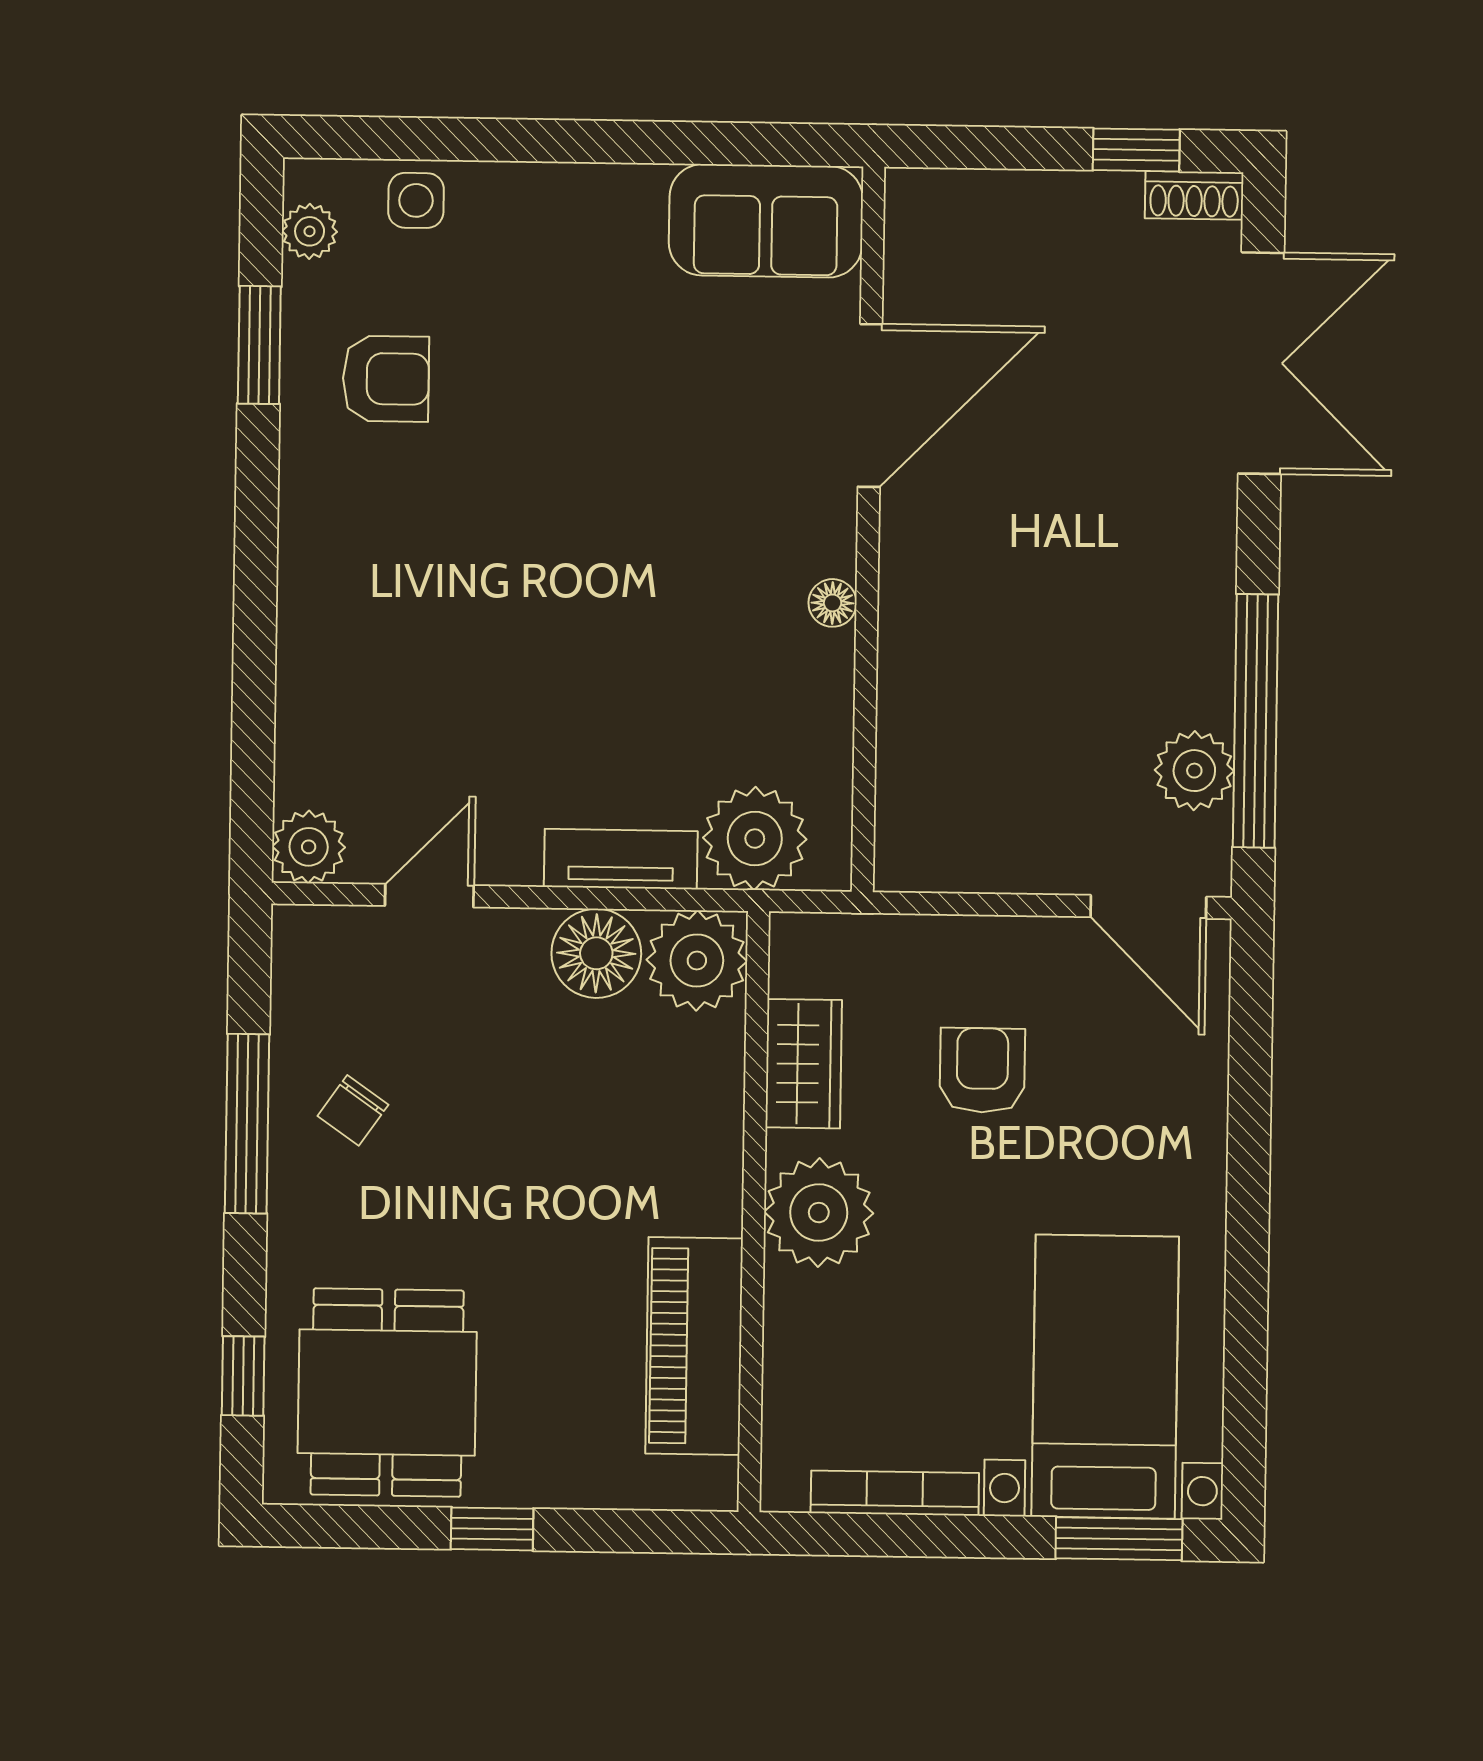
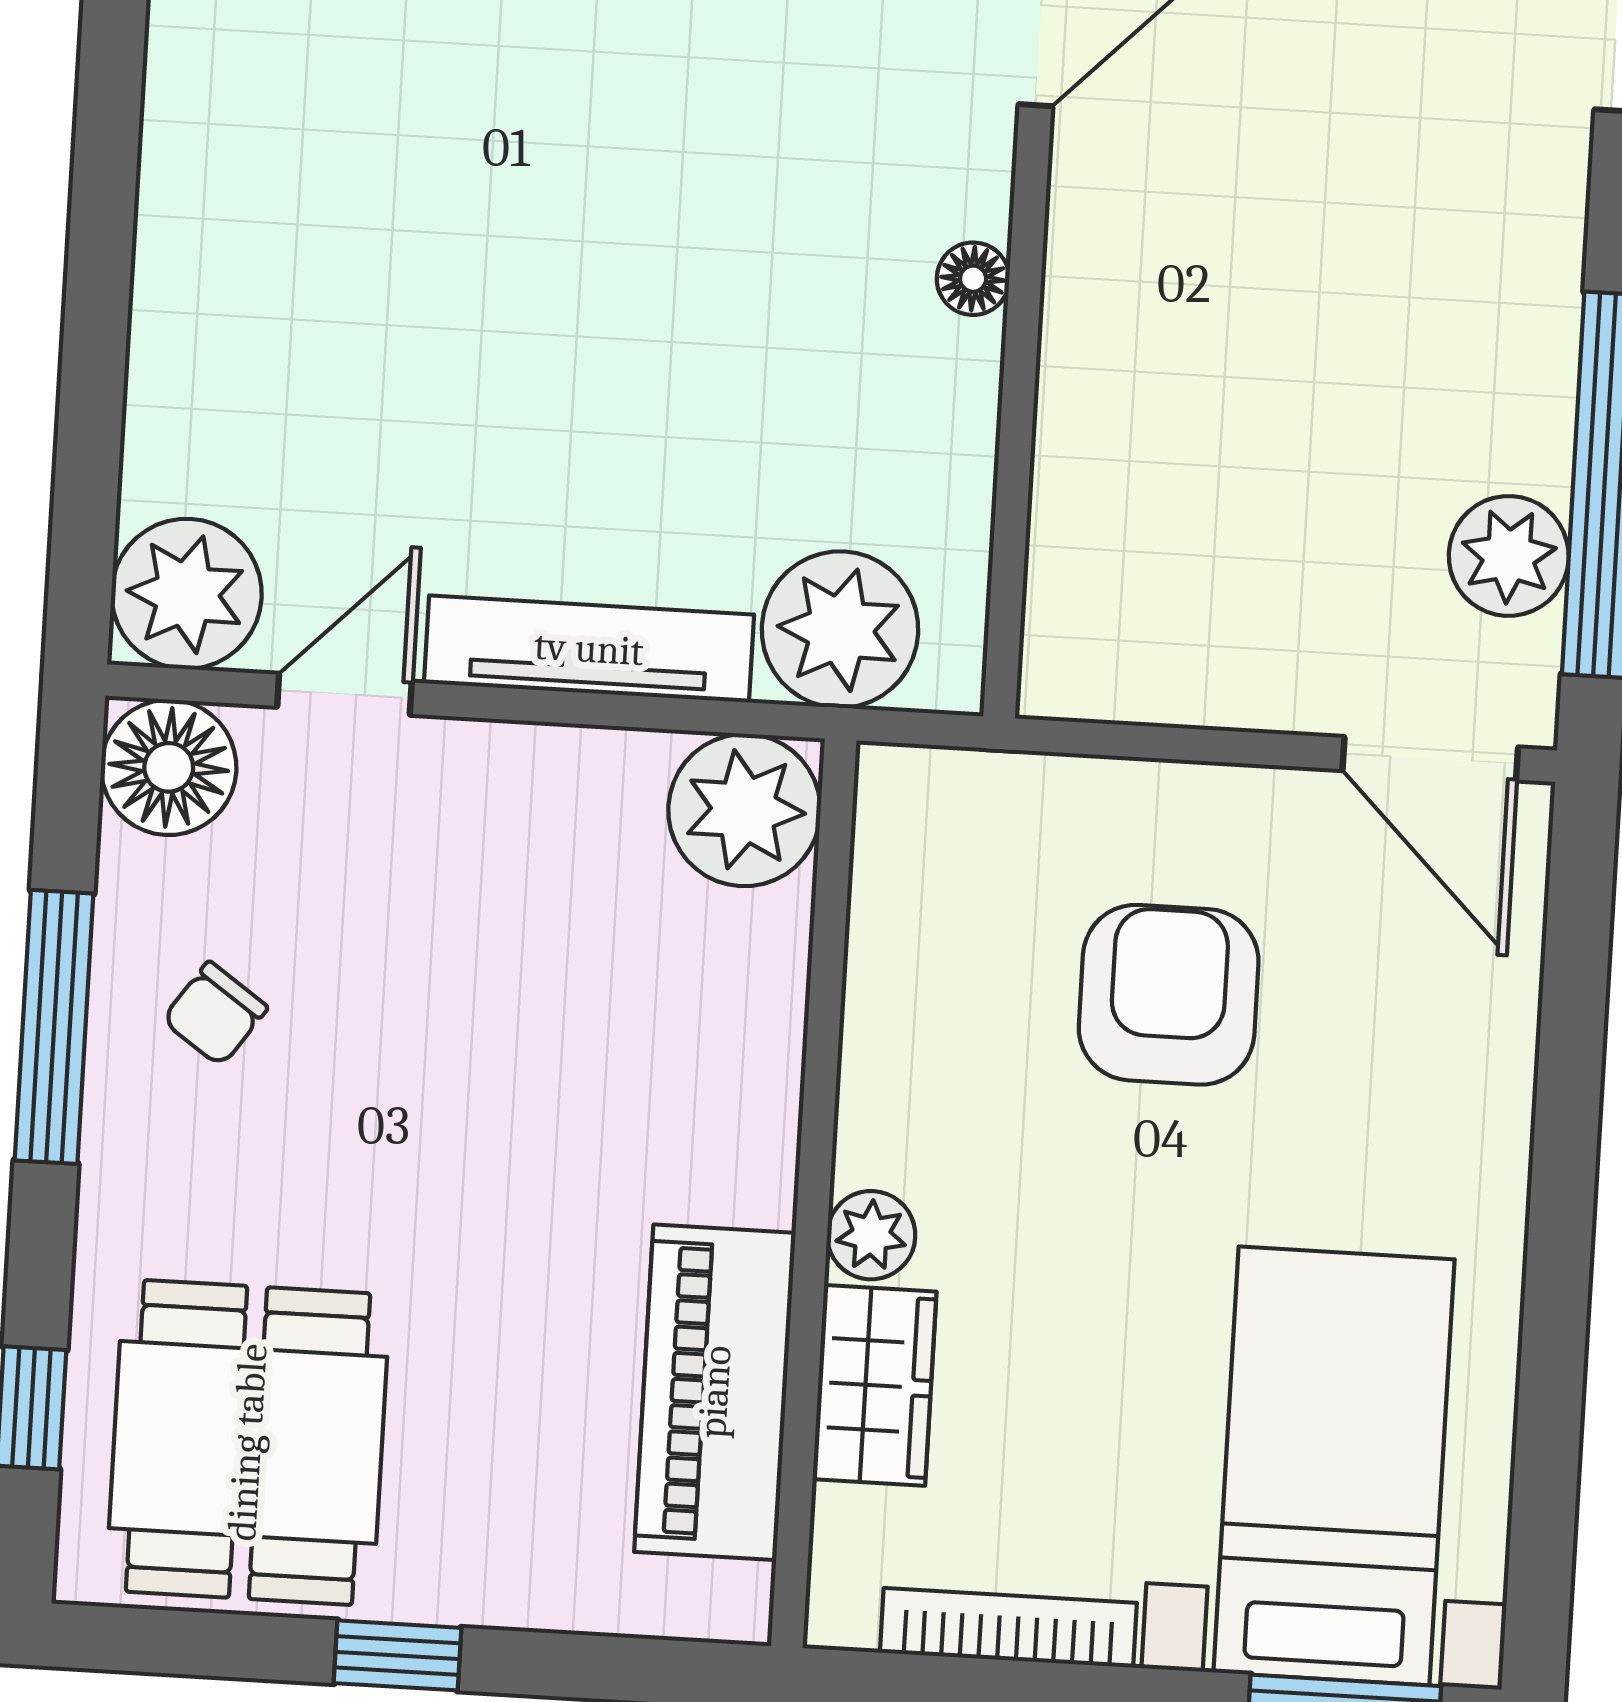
plant: (309, 847) -> (187, 594), width x1.36, depth x1.36
tv unit: (621, 859) -> (589, 649), width x1.41
floor lamp: (596, 953) -> (169, 767), moved
wardrobe: (804, 1064) -> (875, 1385), moved
armchair: (982, 1070) -> (1169, 995), width x1.38, depth x1.38
plant: (819, 1213) -> (871, 1235), width x0.53, depth x0.53

